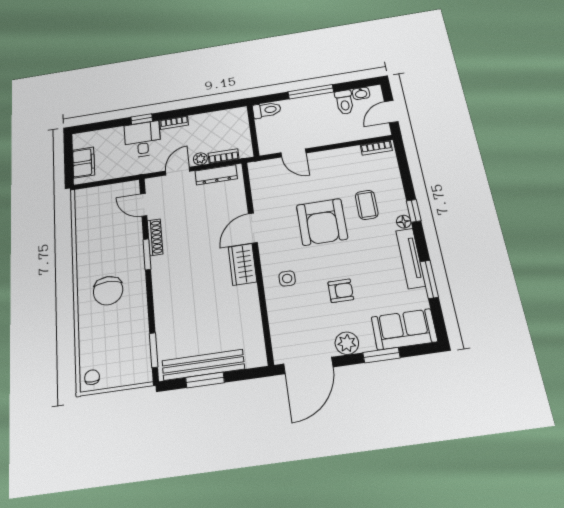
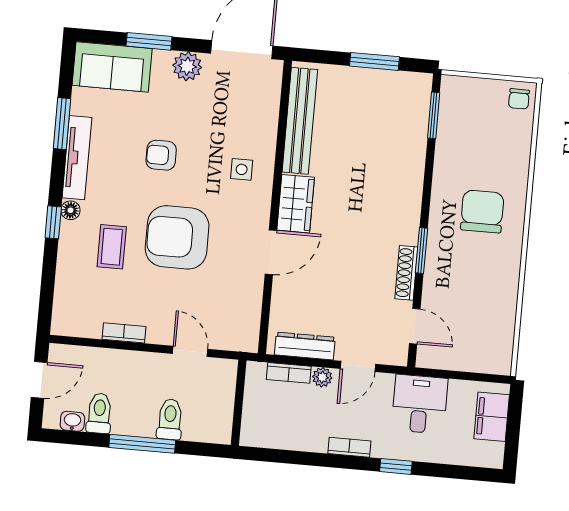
toilet: (267, 110) -> (170, 419), moved, turned 90
desk: (143, 139) -> (420, 404), moved, turned 180
bookcase: (376, 148) -> (124, 333), moved
armchair: (322, 222) -> (177, 237), turned -90
armchair: (341, 291) -> (161, 155), moved
bench: (203, 365) -> (300, 121), moved, turned 90

